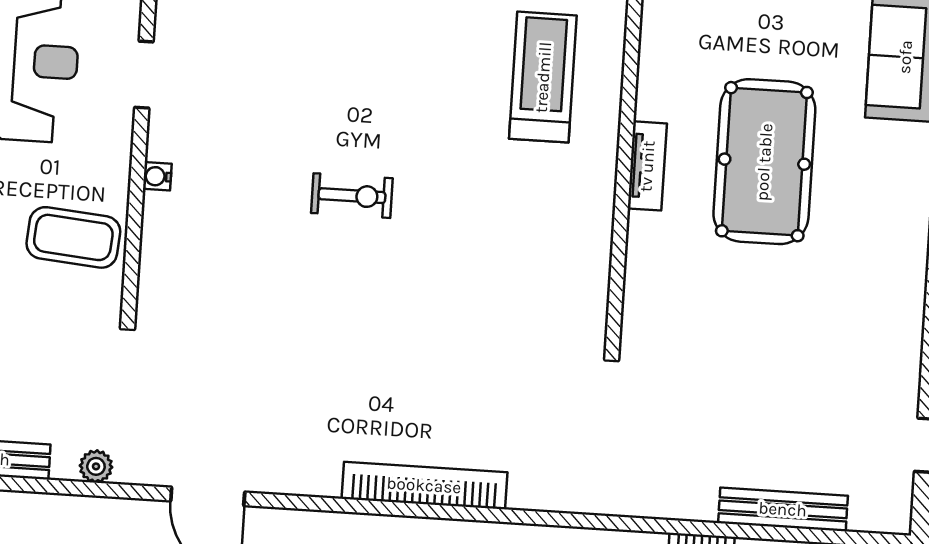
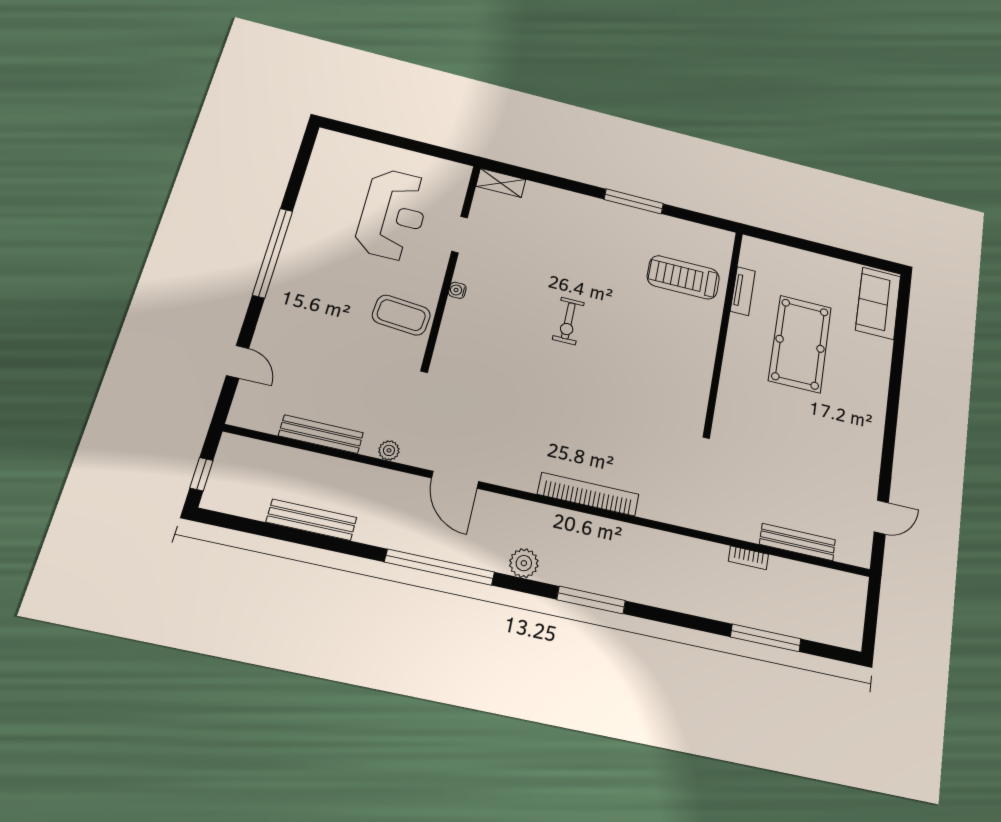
treadmill: (543, 77) -> (683, 277), turned -90
tv unit: (647, 166) -> (743, 291), moved
exercise bike: (352, 196) -> (568, 321), turned 90

